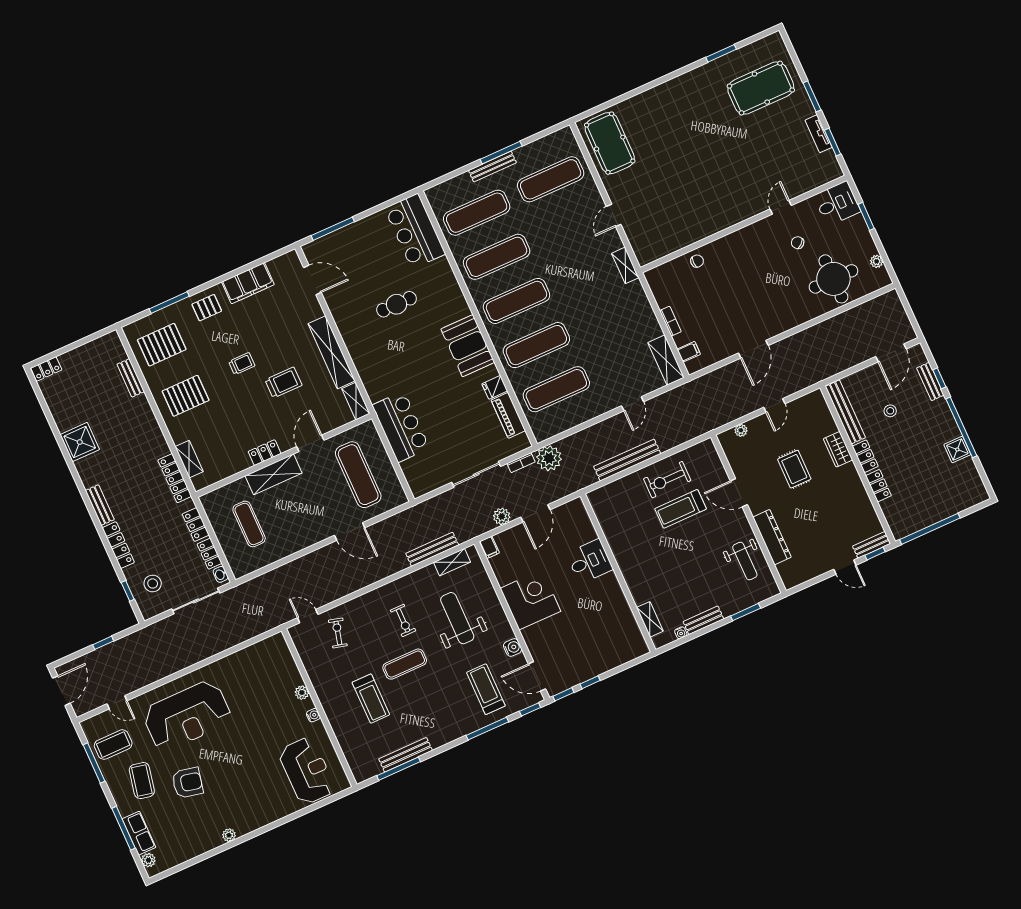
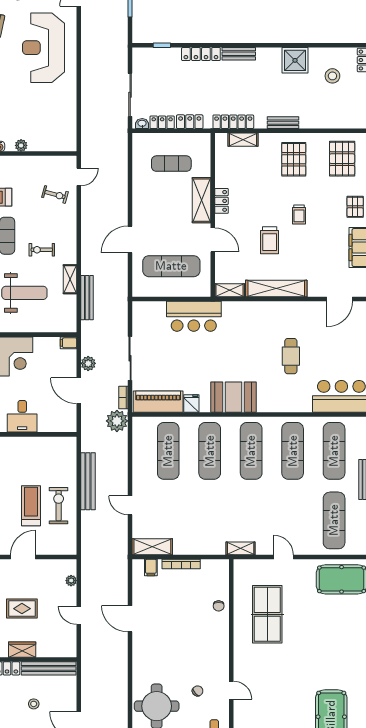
table tennis table: (683, 205) -> (267, 614), added
bookcase: (670, 321) -> (181, 564), width x1.56
bench: (131, 378) -> (283, 123), moved
piano: (508, 415) -> (158, 402), width x1.37, depth x1.33
shelving: (452, 562) -> (70, 279), moved
stool: (153, 583) -> (332, 76), moved

